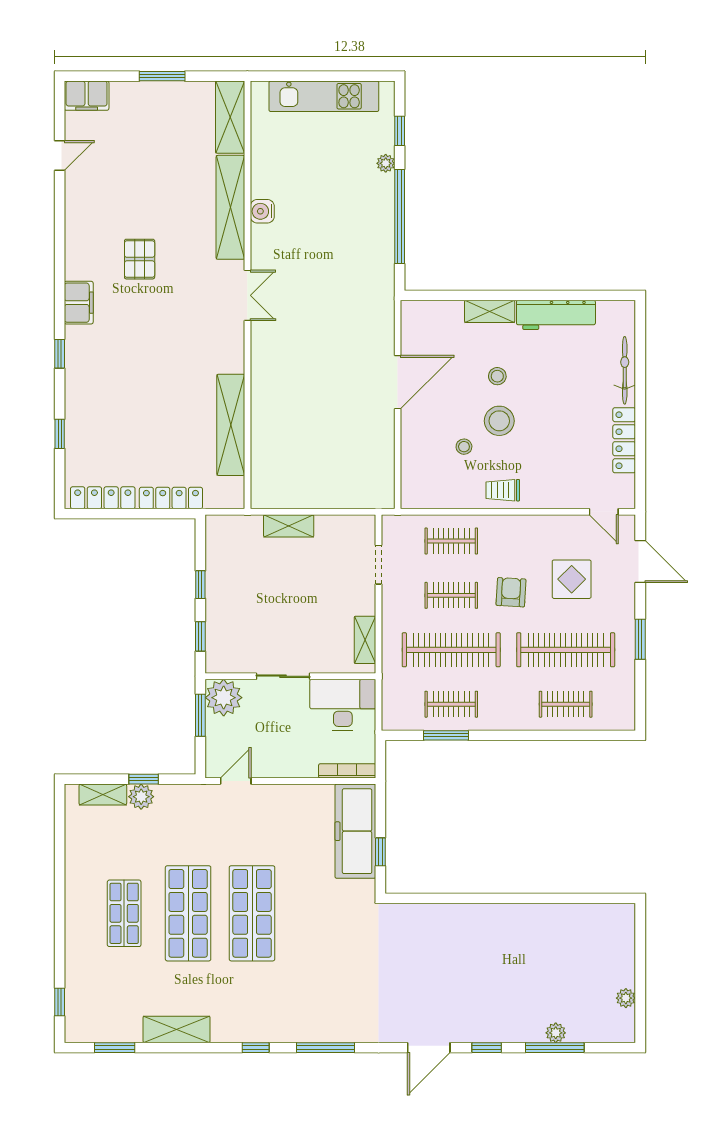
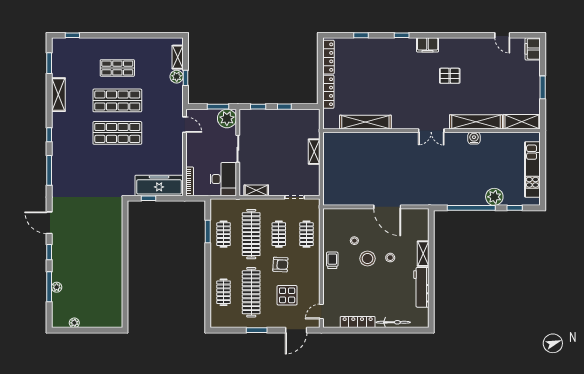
plant: (386, 163) -> (494, 197), width x1.88, depth x1.88

